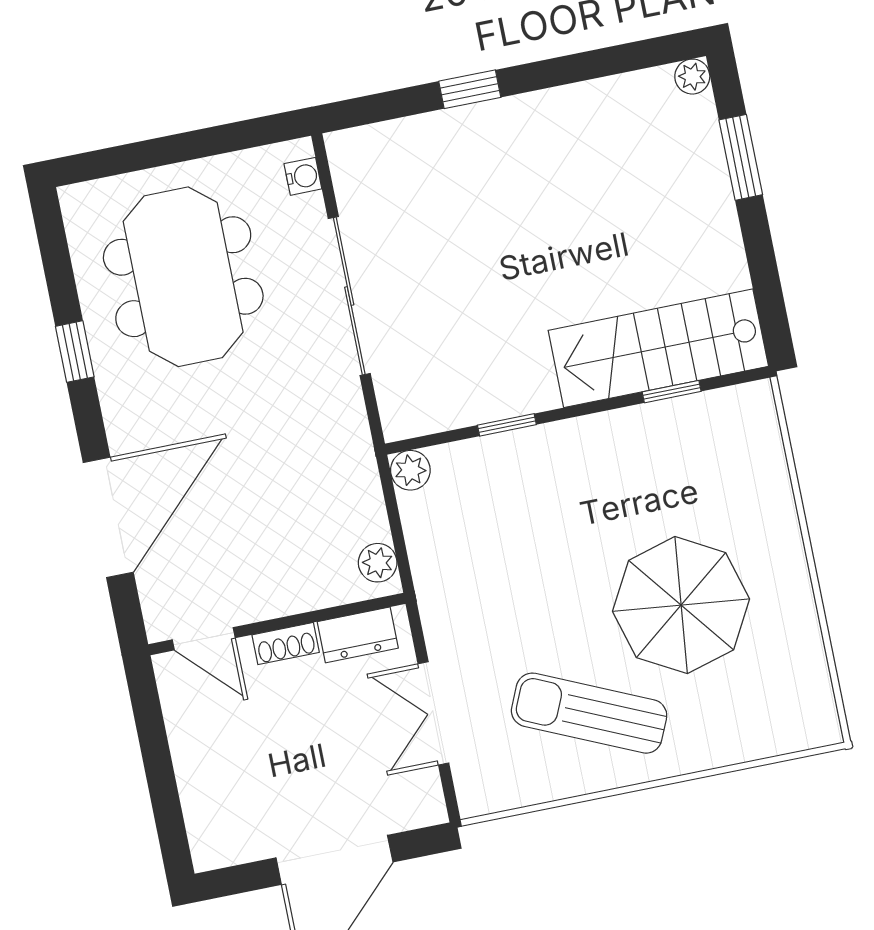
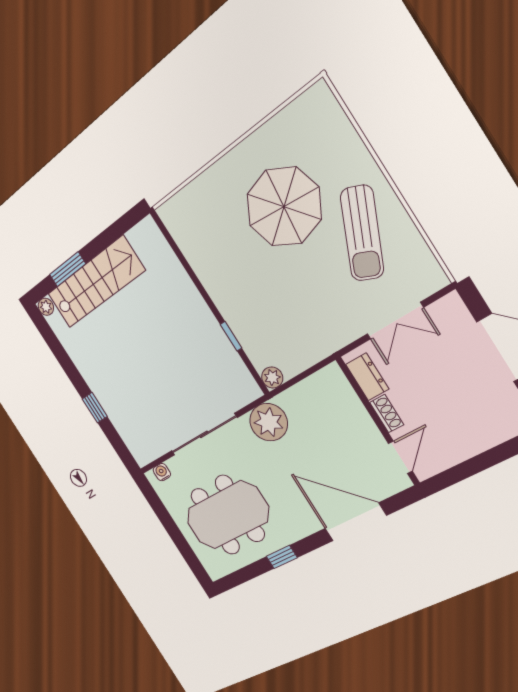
stairs: (658, 348) -> (96, 282), moved, turned -90
window: (672, 392) -> (182, 258), removed
plant: (378, 563) -> (269, 422), moved, width x1.88, depth x1.88

